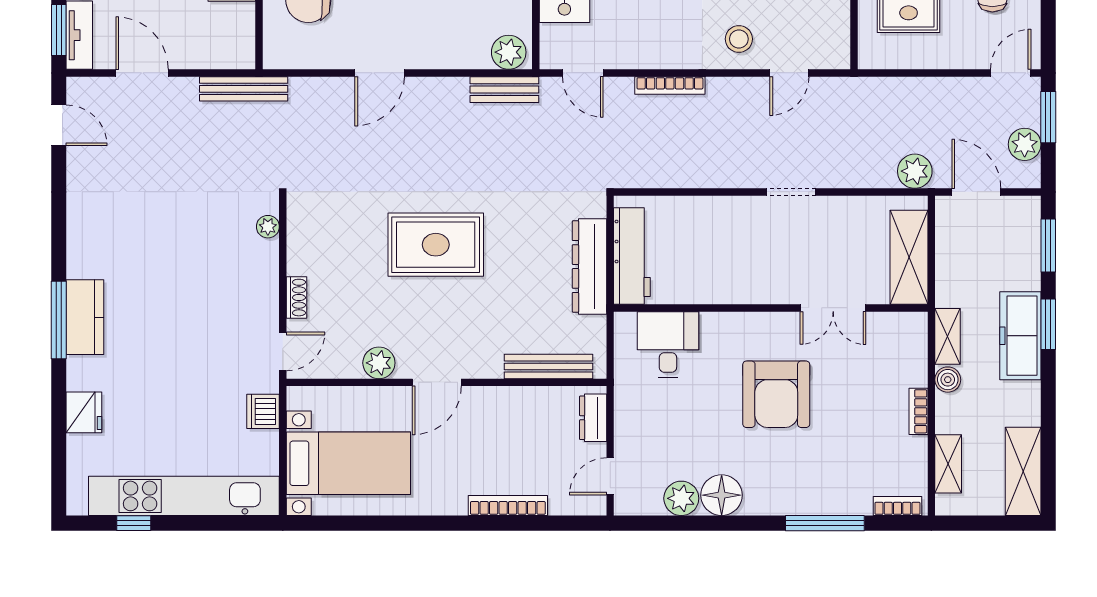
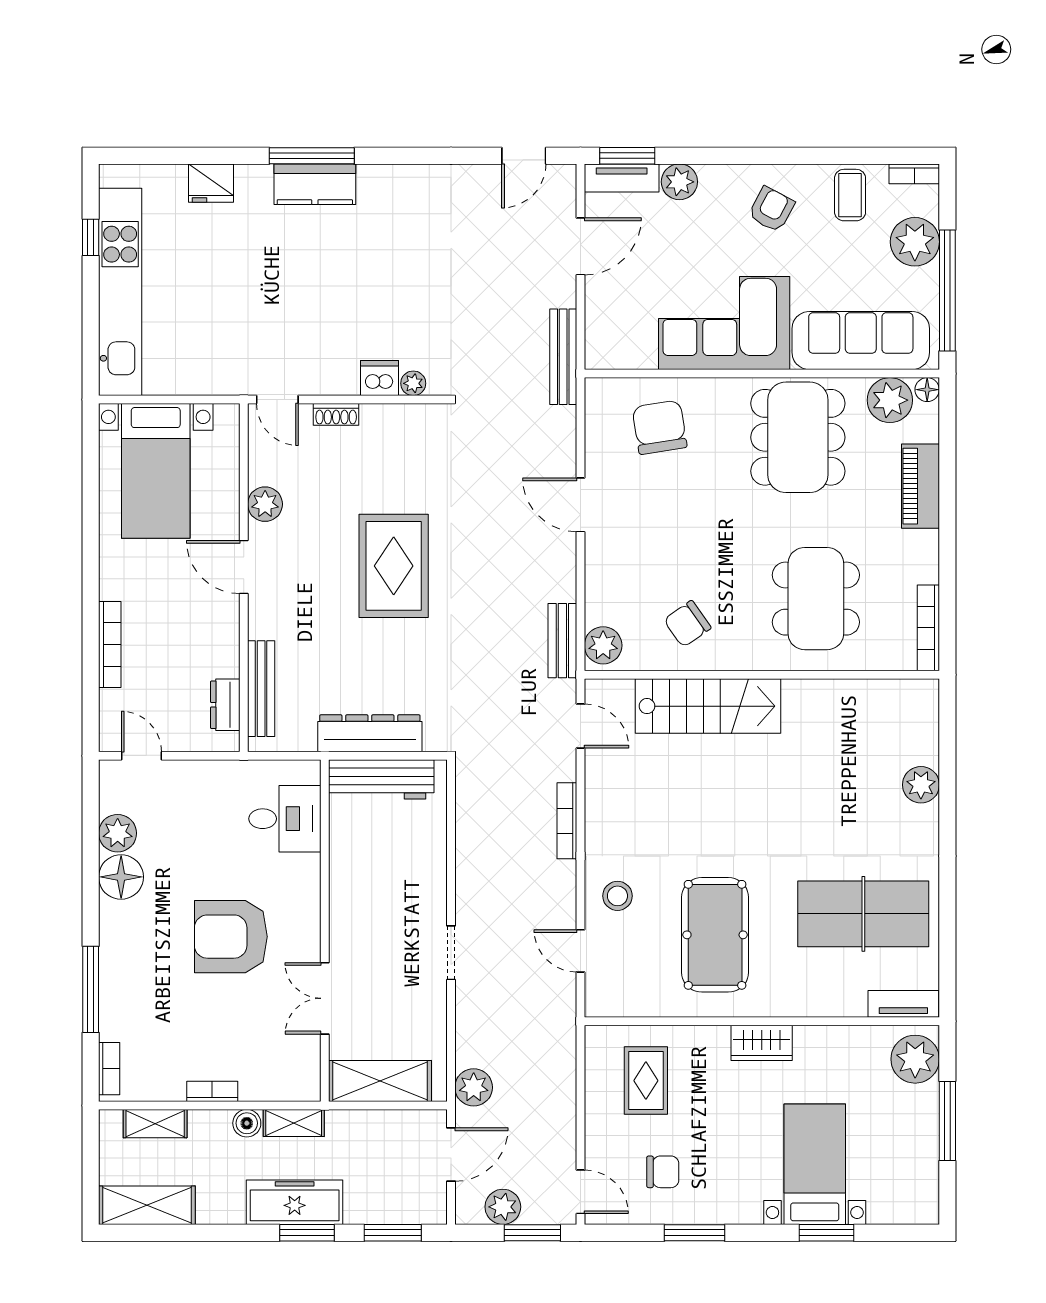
door: (583, 73) -> (581, 726), swing flipped
dishwasher: (263, 411) -> (379, 378), moved
dresser: (593, 418) -> (225, 705), moved, turned -90

